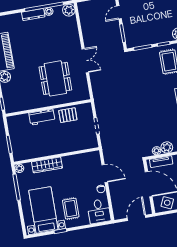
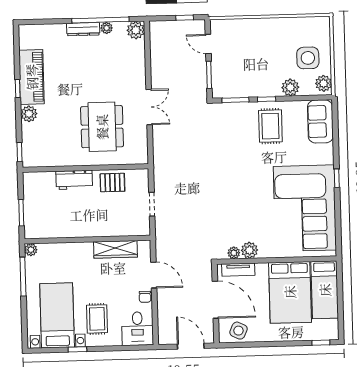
door: (119, 12) -> (208, 44), hinge flipped
wardrobe: (47, 165) -> (115, 249), moved
door: (137, 218) -> (191, 346), hinge flipped

